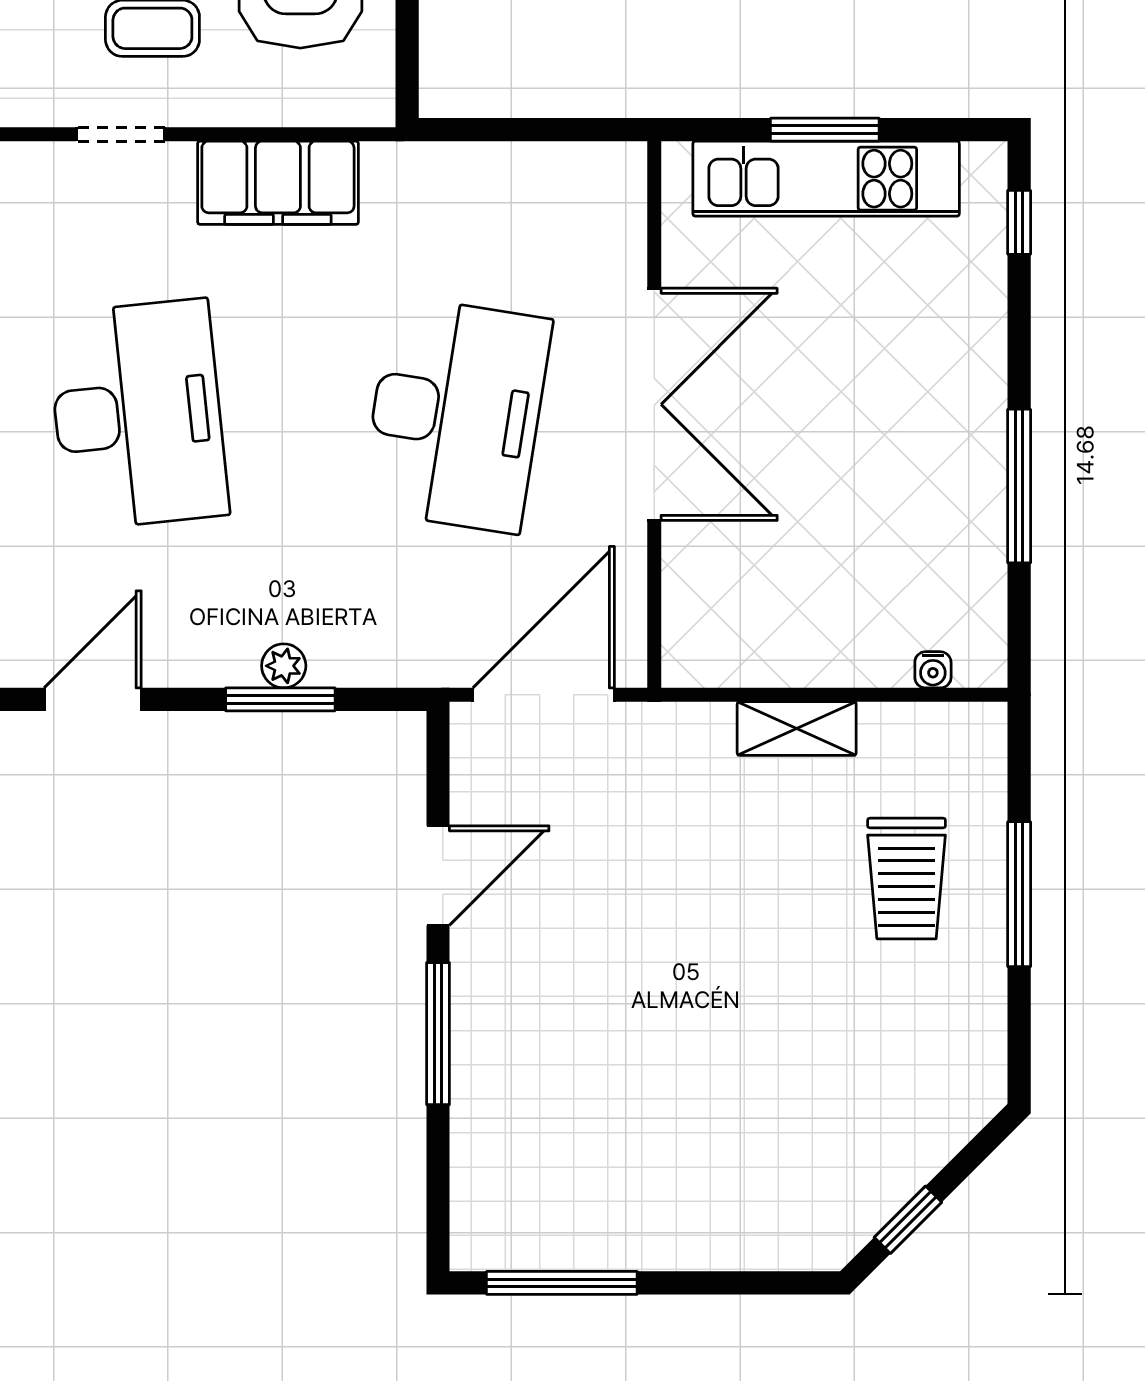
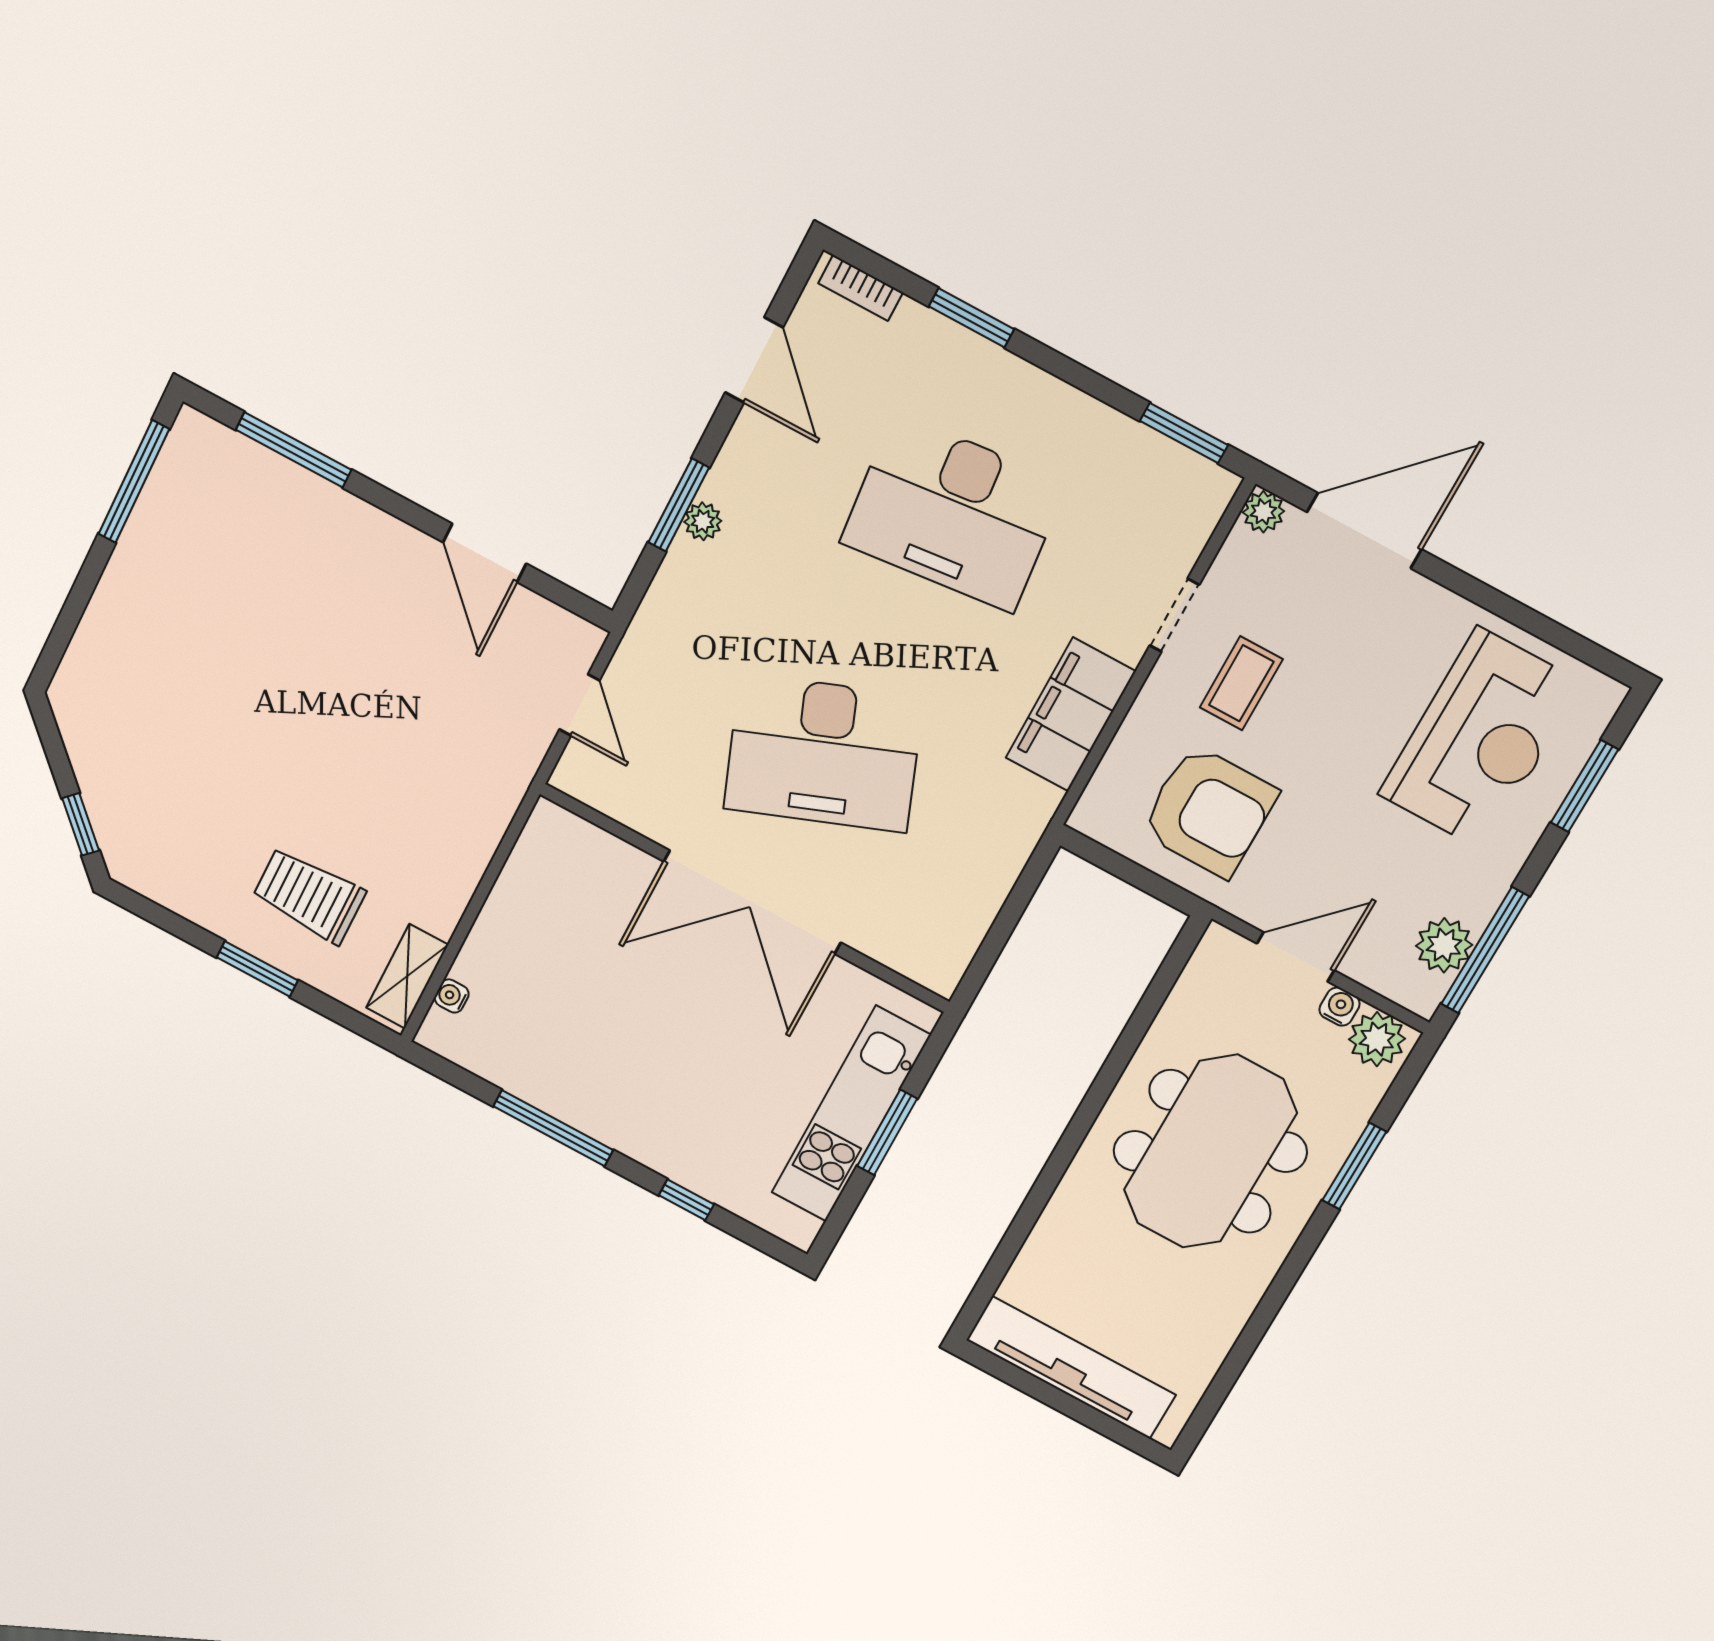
window: (1019, 222) -> (686, 1200), moved
desk: (456, 415) -> (823, 753), turned -30
door: (544, 695) -> (579, 705), width x0.53
shelving: (797, 728) -> (407, 976), moved
window: (1019, 894) -> (257, 969), width x0.69
window: (438, 1034) -> (294, 450), moved
window: (908, 1220) -> (81, 824), moved

